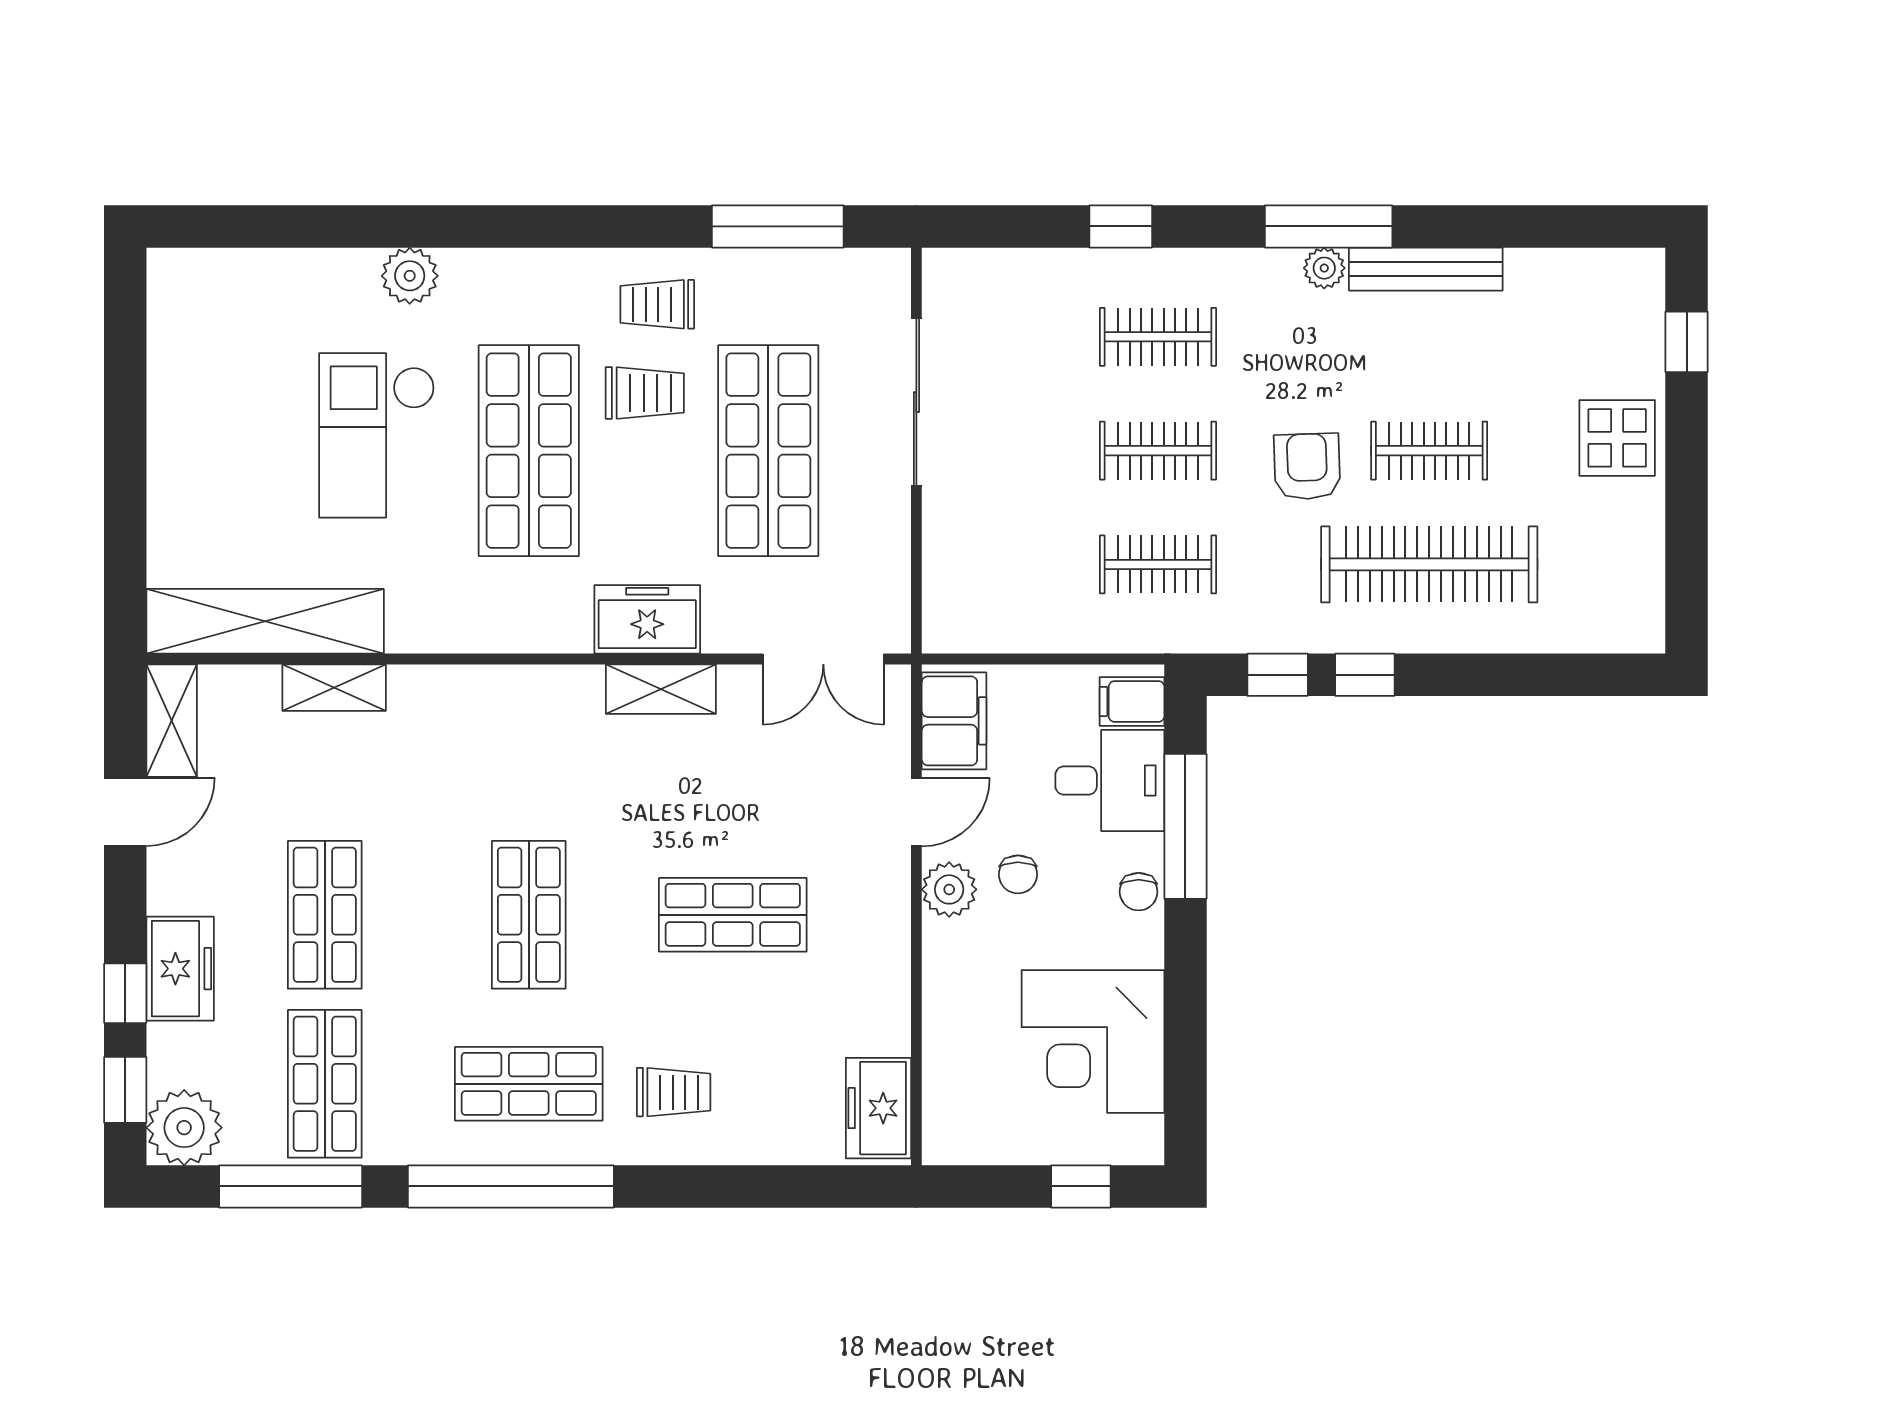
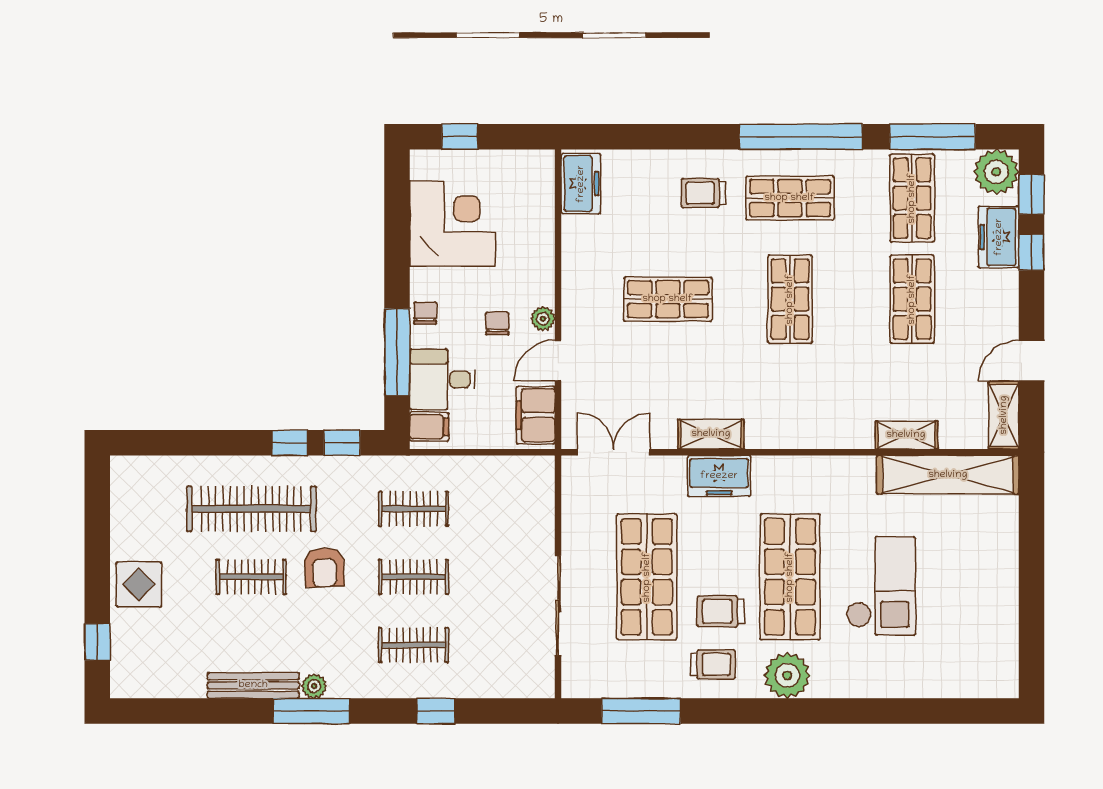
plant: (410, 276) -> (787, 675), moved, width x1.36, depth x1.36
plant: (949, 889) -> (543, 319), width x0.73, depth x0.73
freezer: (180, 969) -> (999, 237), moved

